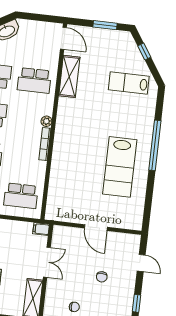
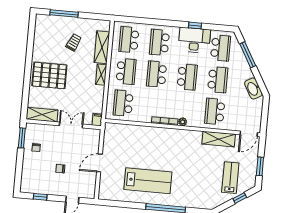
lab bench: (129, 83) -> (230, 178), moved
lab bench: (120, 167) -> (148, 181), turned 180
double door: (47, 262) -> (71, 125), swing flipped

